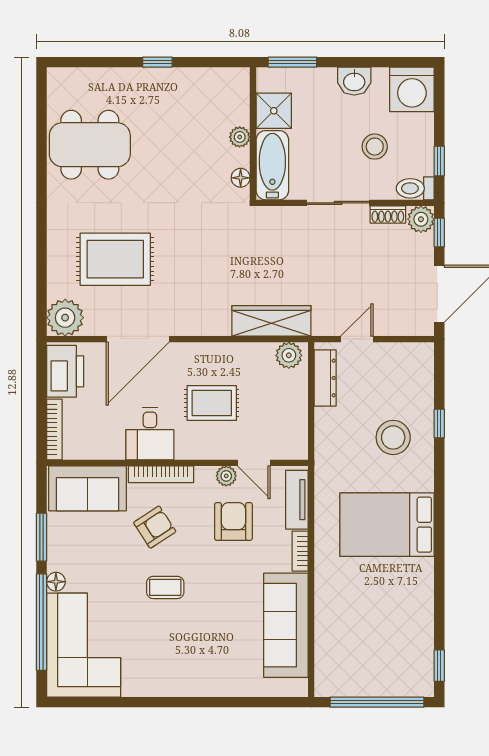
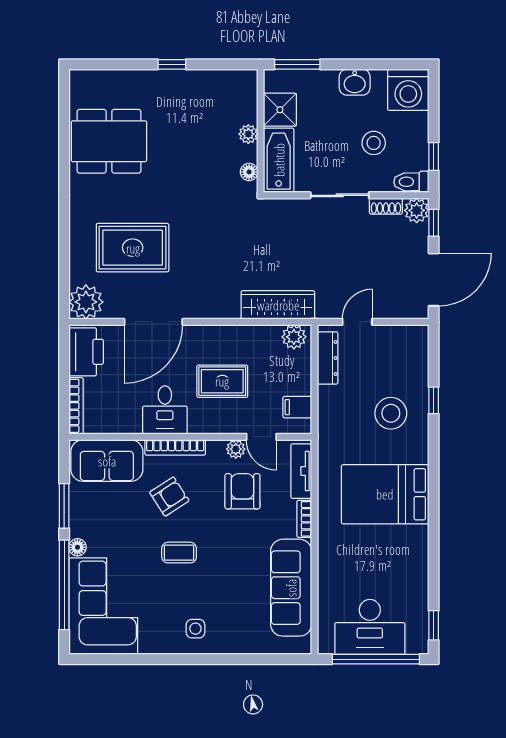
filing cabinet: (293, 431) -> (297, 407), added
desk: (370, 667) -> (370, 627), added
side table: (183, 669) -> (195, 629), added

